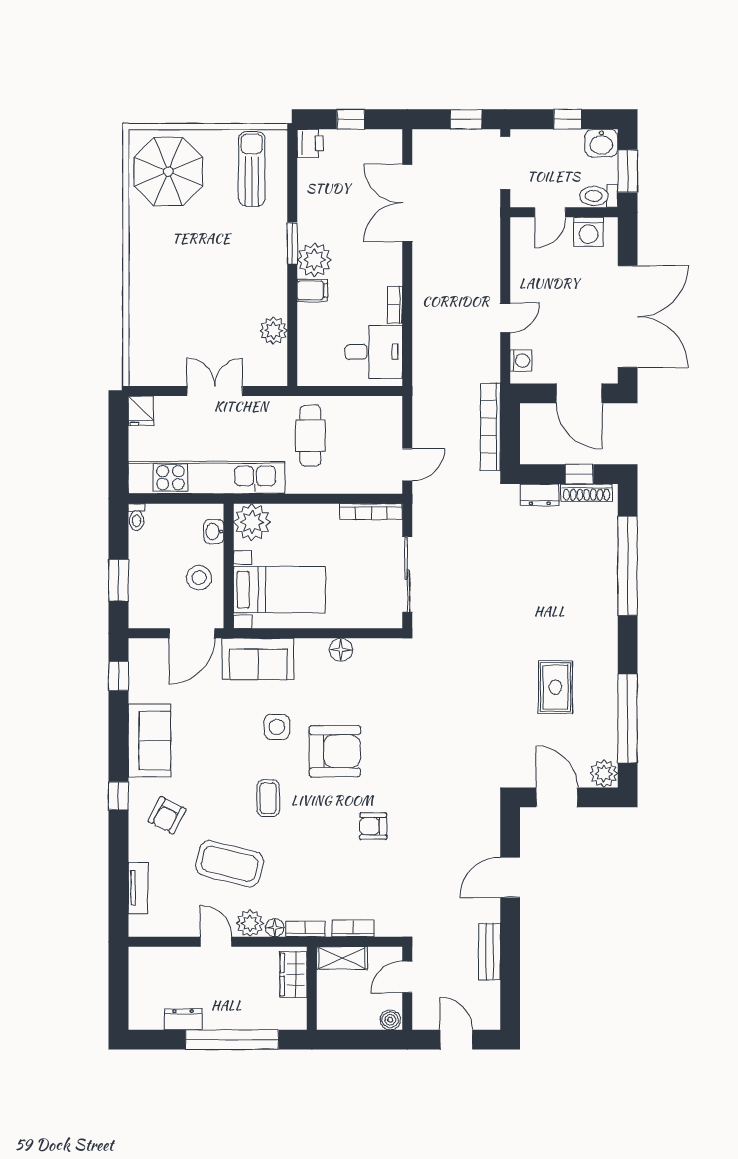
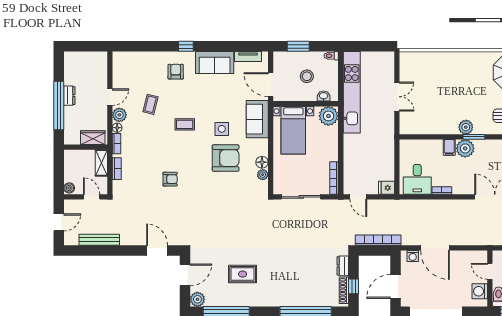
door: (505, 318) -> (435, 248), width x1.87
plant: (274, 331) -> (466, 127), moved
fridge: (141, 411) -> (386, 188), moved
cafe table: (310, 436) -> (374, 146), removed
stool: (199, 578) -> (307, 76), moved
plant: (365, 648) -> (263, 175), added
window: (118, 676) -> (248, 46), removed
armchair: (335, 751) -> (226, 158), moved, turned -90
armchair: (167, 815) -> (176, 72), turned 63
armchair: (373, 826) -> (170, 179), turned 90
coffee table: (230, 864) -> (151, 104), width x0.54, depth x0.58
door: (510, 877) -> (157, 250), moved
tv unit: (138, 888) -> (248, 57), moved
bench: (490, 952) -> (99, 240), width x1.36
dresser: (183, 1019) -> (69, 96), moved

